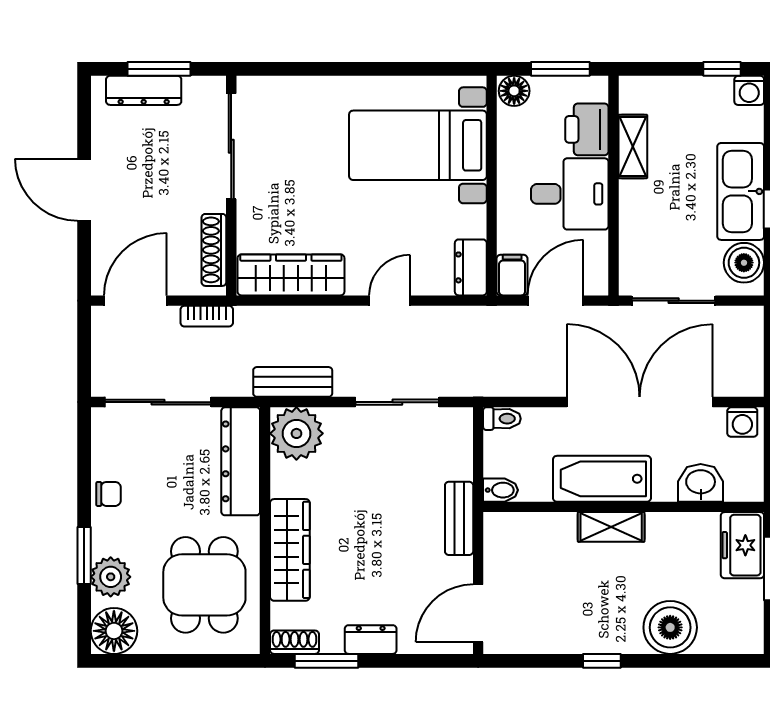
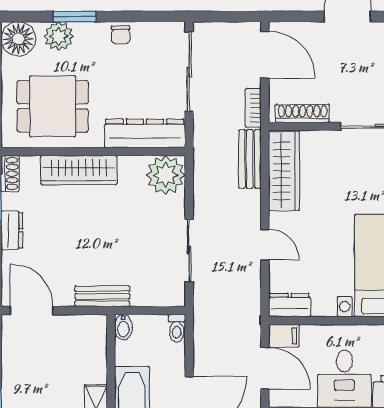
bench: (293, 382) -> (250, 159), moved

